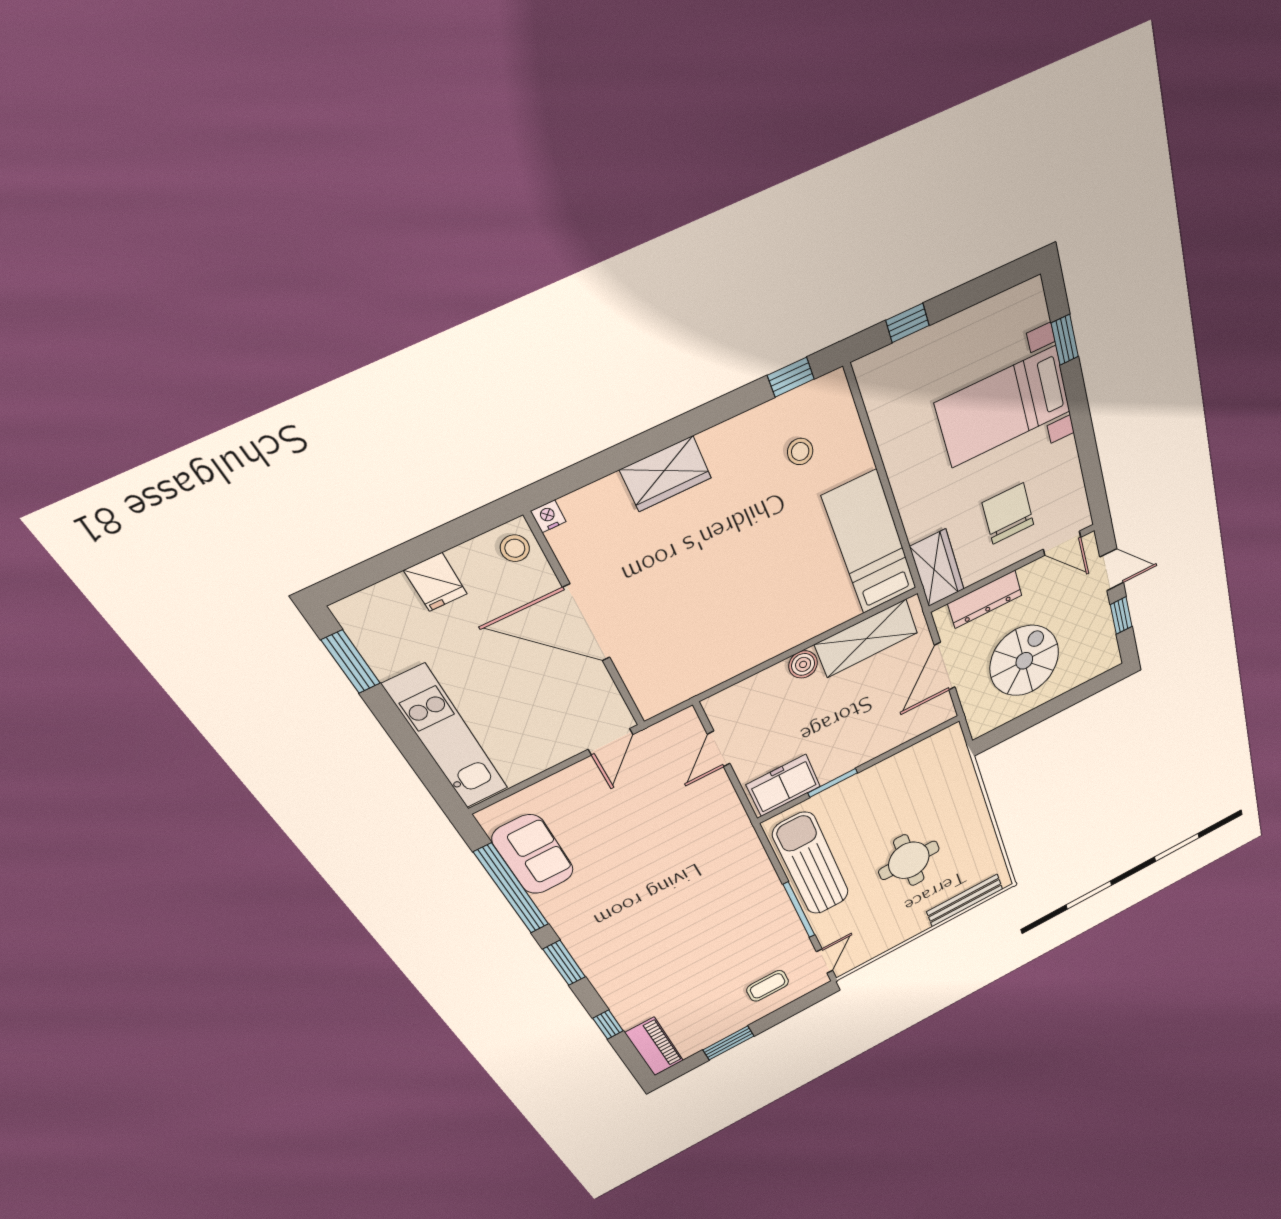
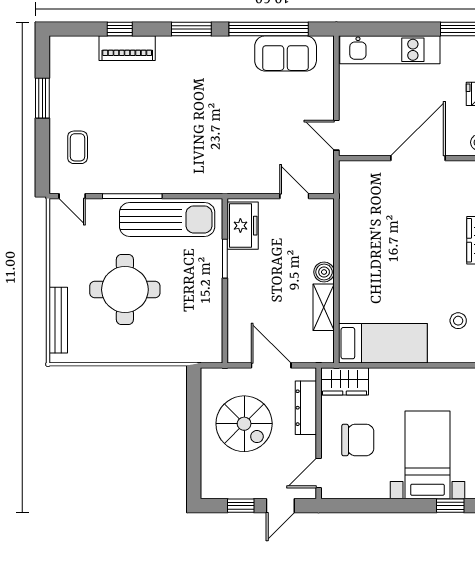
shelving: (866, 639) -> (324, 307), width x0.67, depth x0.75
round table: (909, 860) -> (125, 290), width x1.36, depth x1.36
piano: (654, 1047) -> (127, 48), moved

